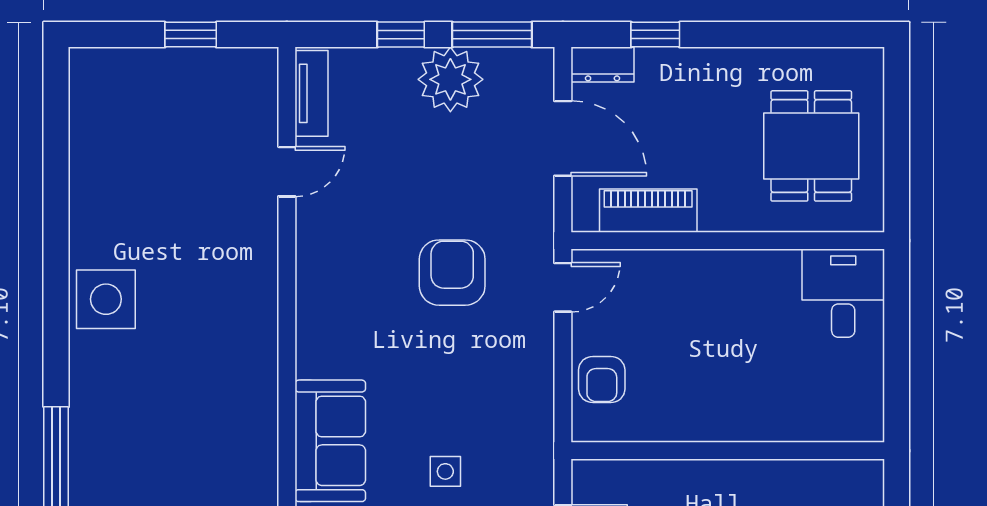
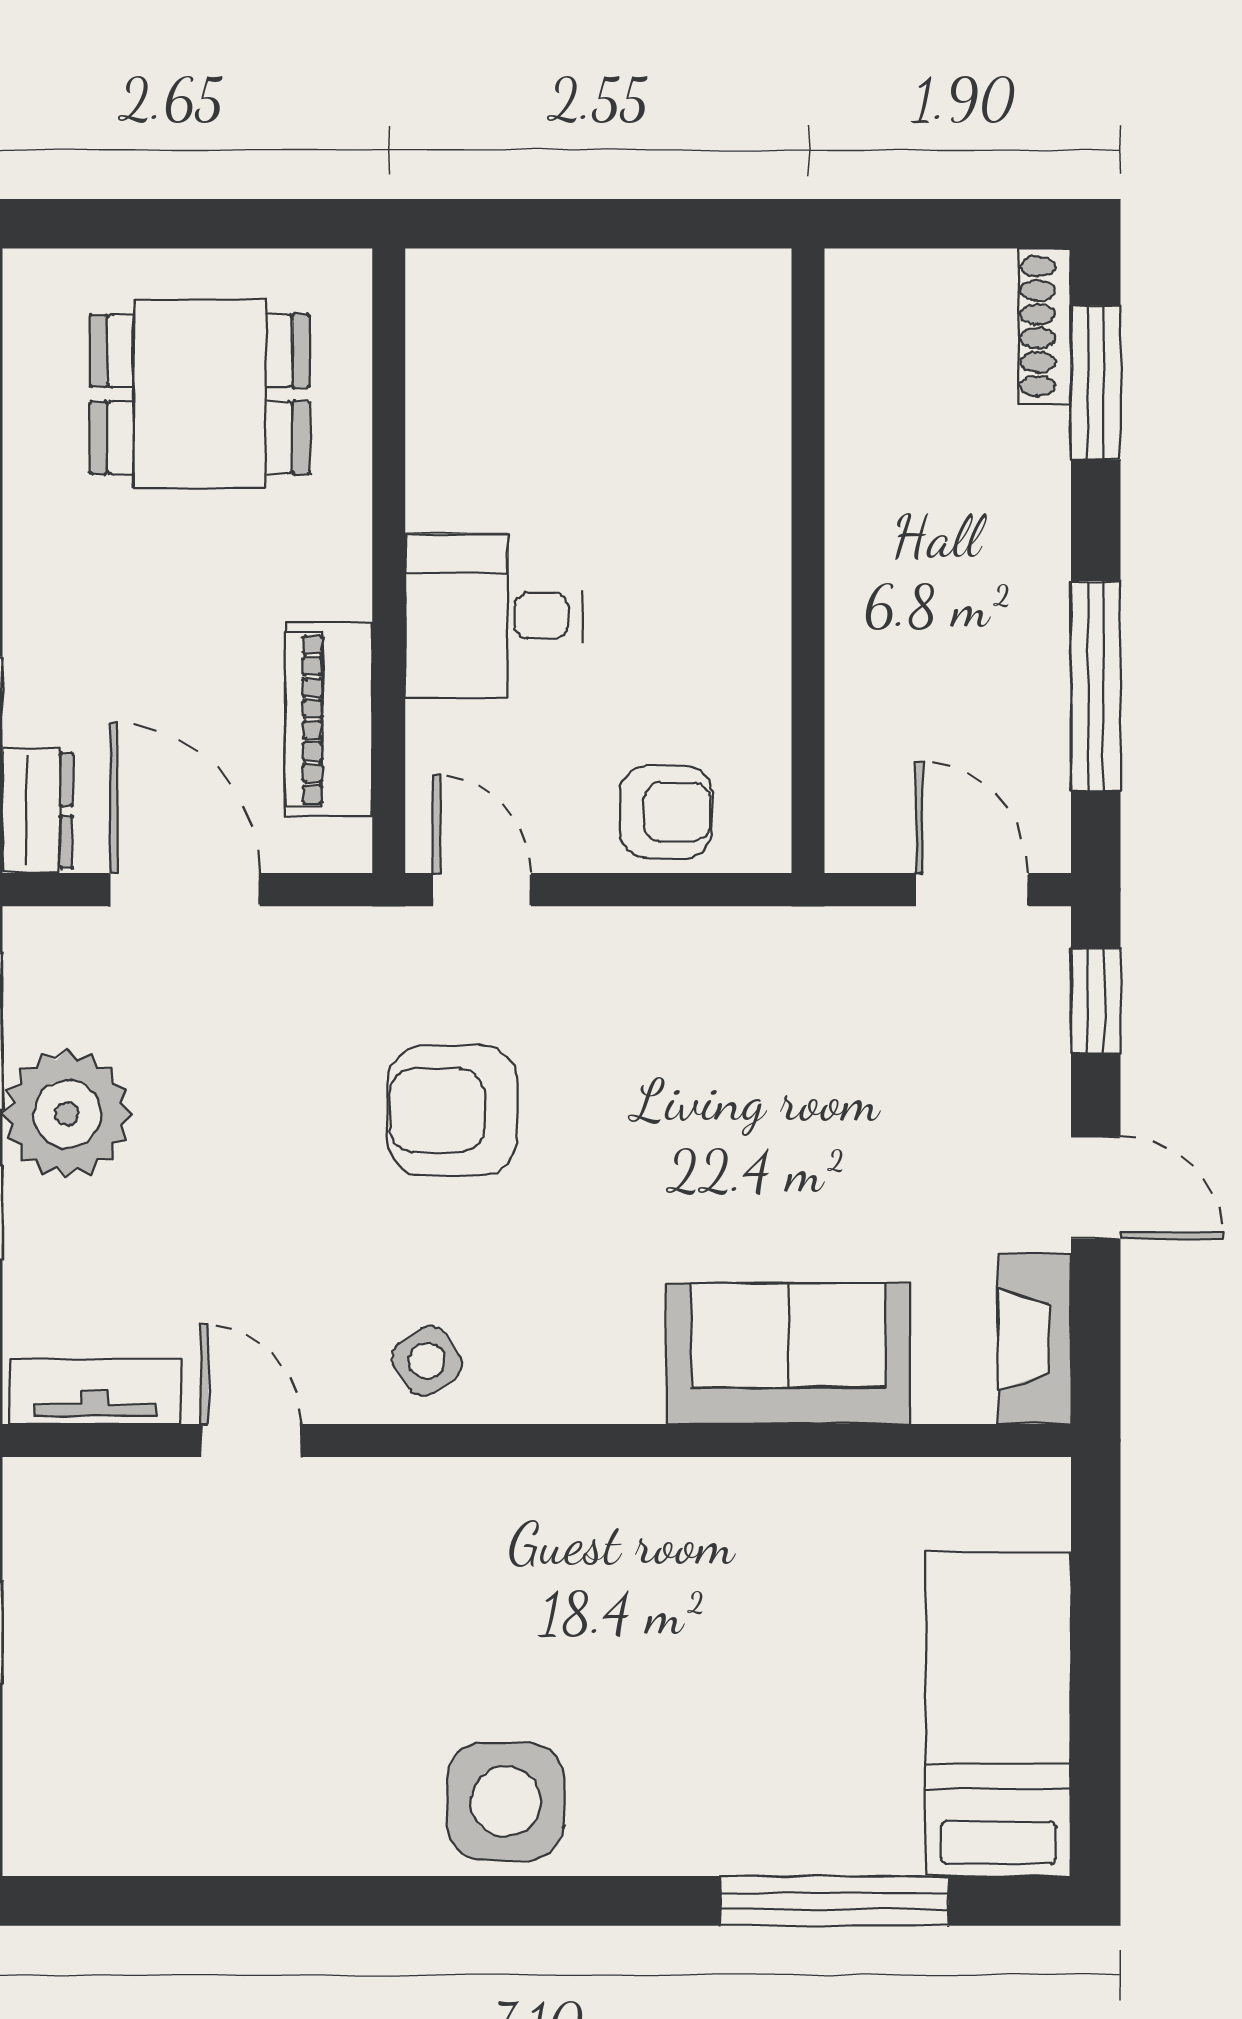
door: (563, 138) -> (185, 890), hinge flipped
desk: (843, 293) -> (494, 616), moved
side table: (445, 471) -> (427, 1361), moved, turned -34

